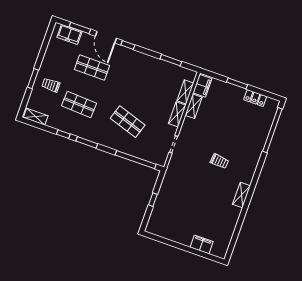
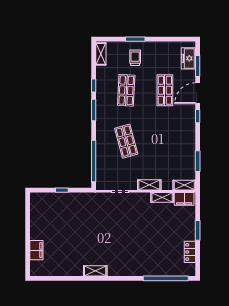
shelving: (185, 92) -> (184, 185), moved
shop shelf: (128, 122) -> (126, 141), turned -33
trolley: (219, 161) -> (120, 239), removed

